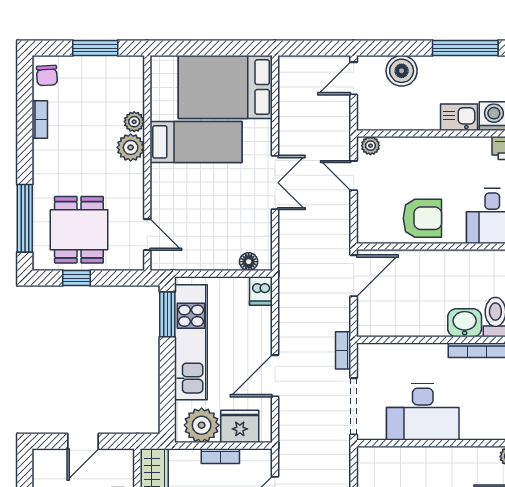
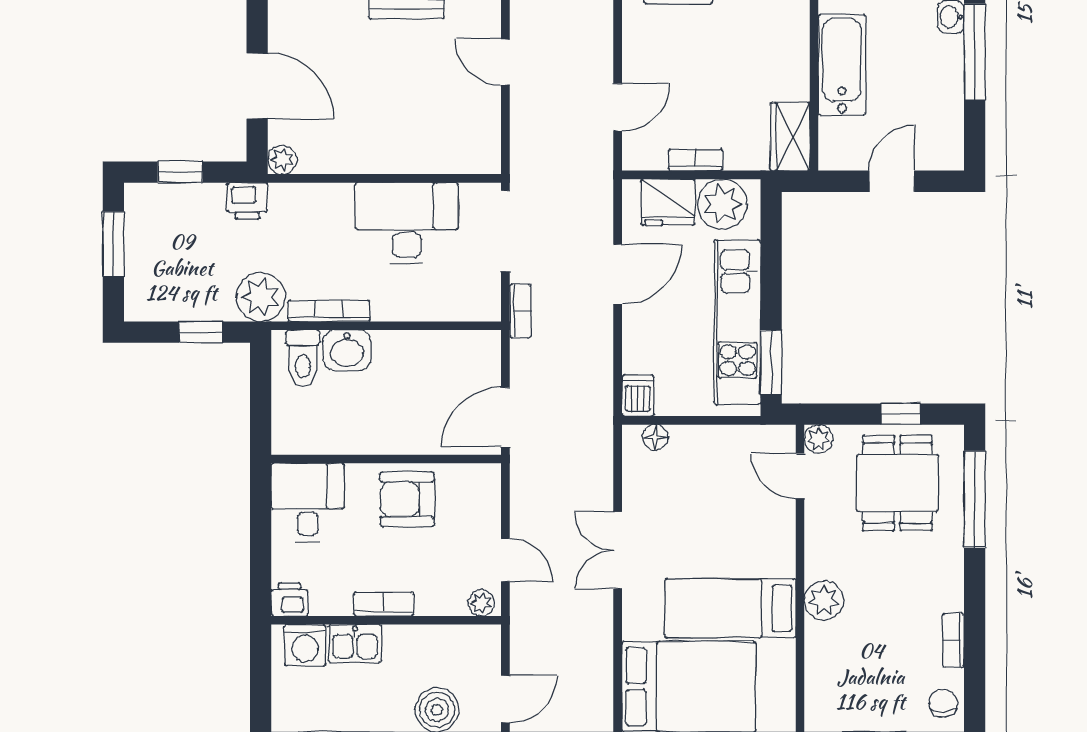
plant: (134, 122) -> (819, 439), moved
bookcase: (439, 145) -> (384, 604), added

